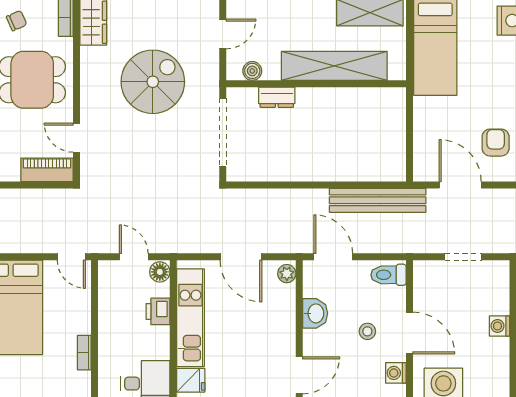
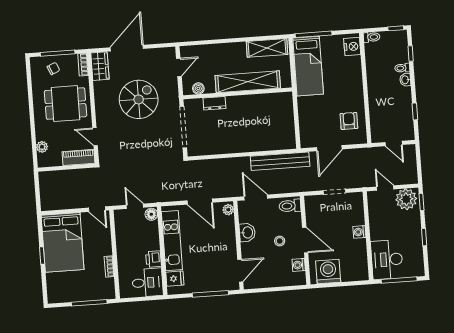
door: (460, 185) -> (329, 148), swing flipped
printer: (158, 311) -> (153, 259), moved

